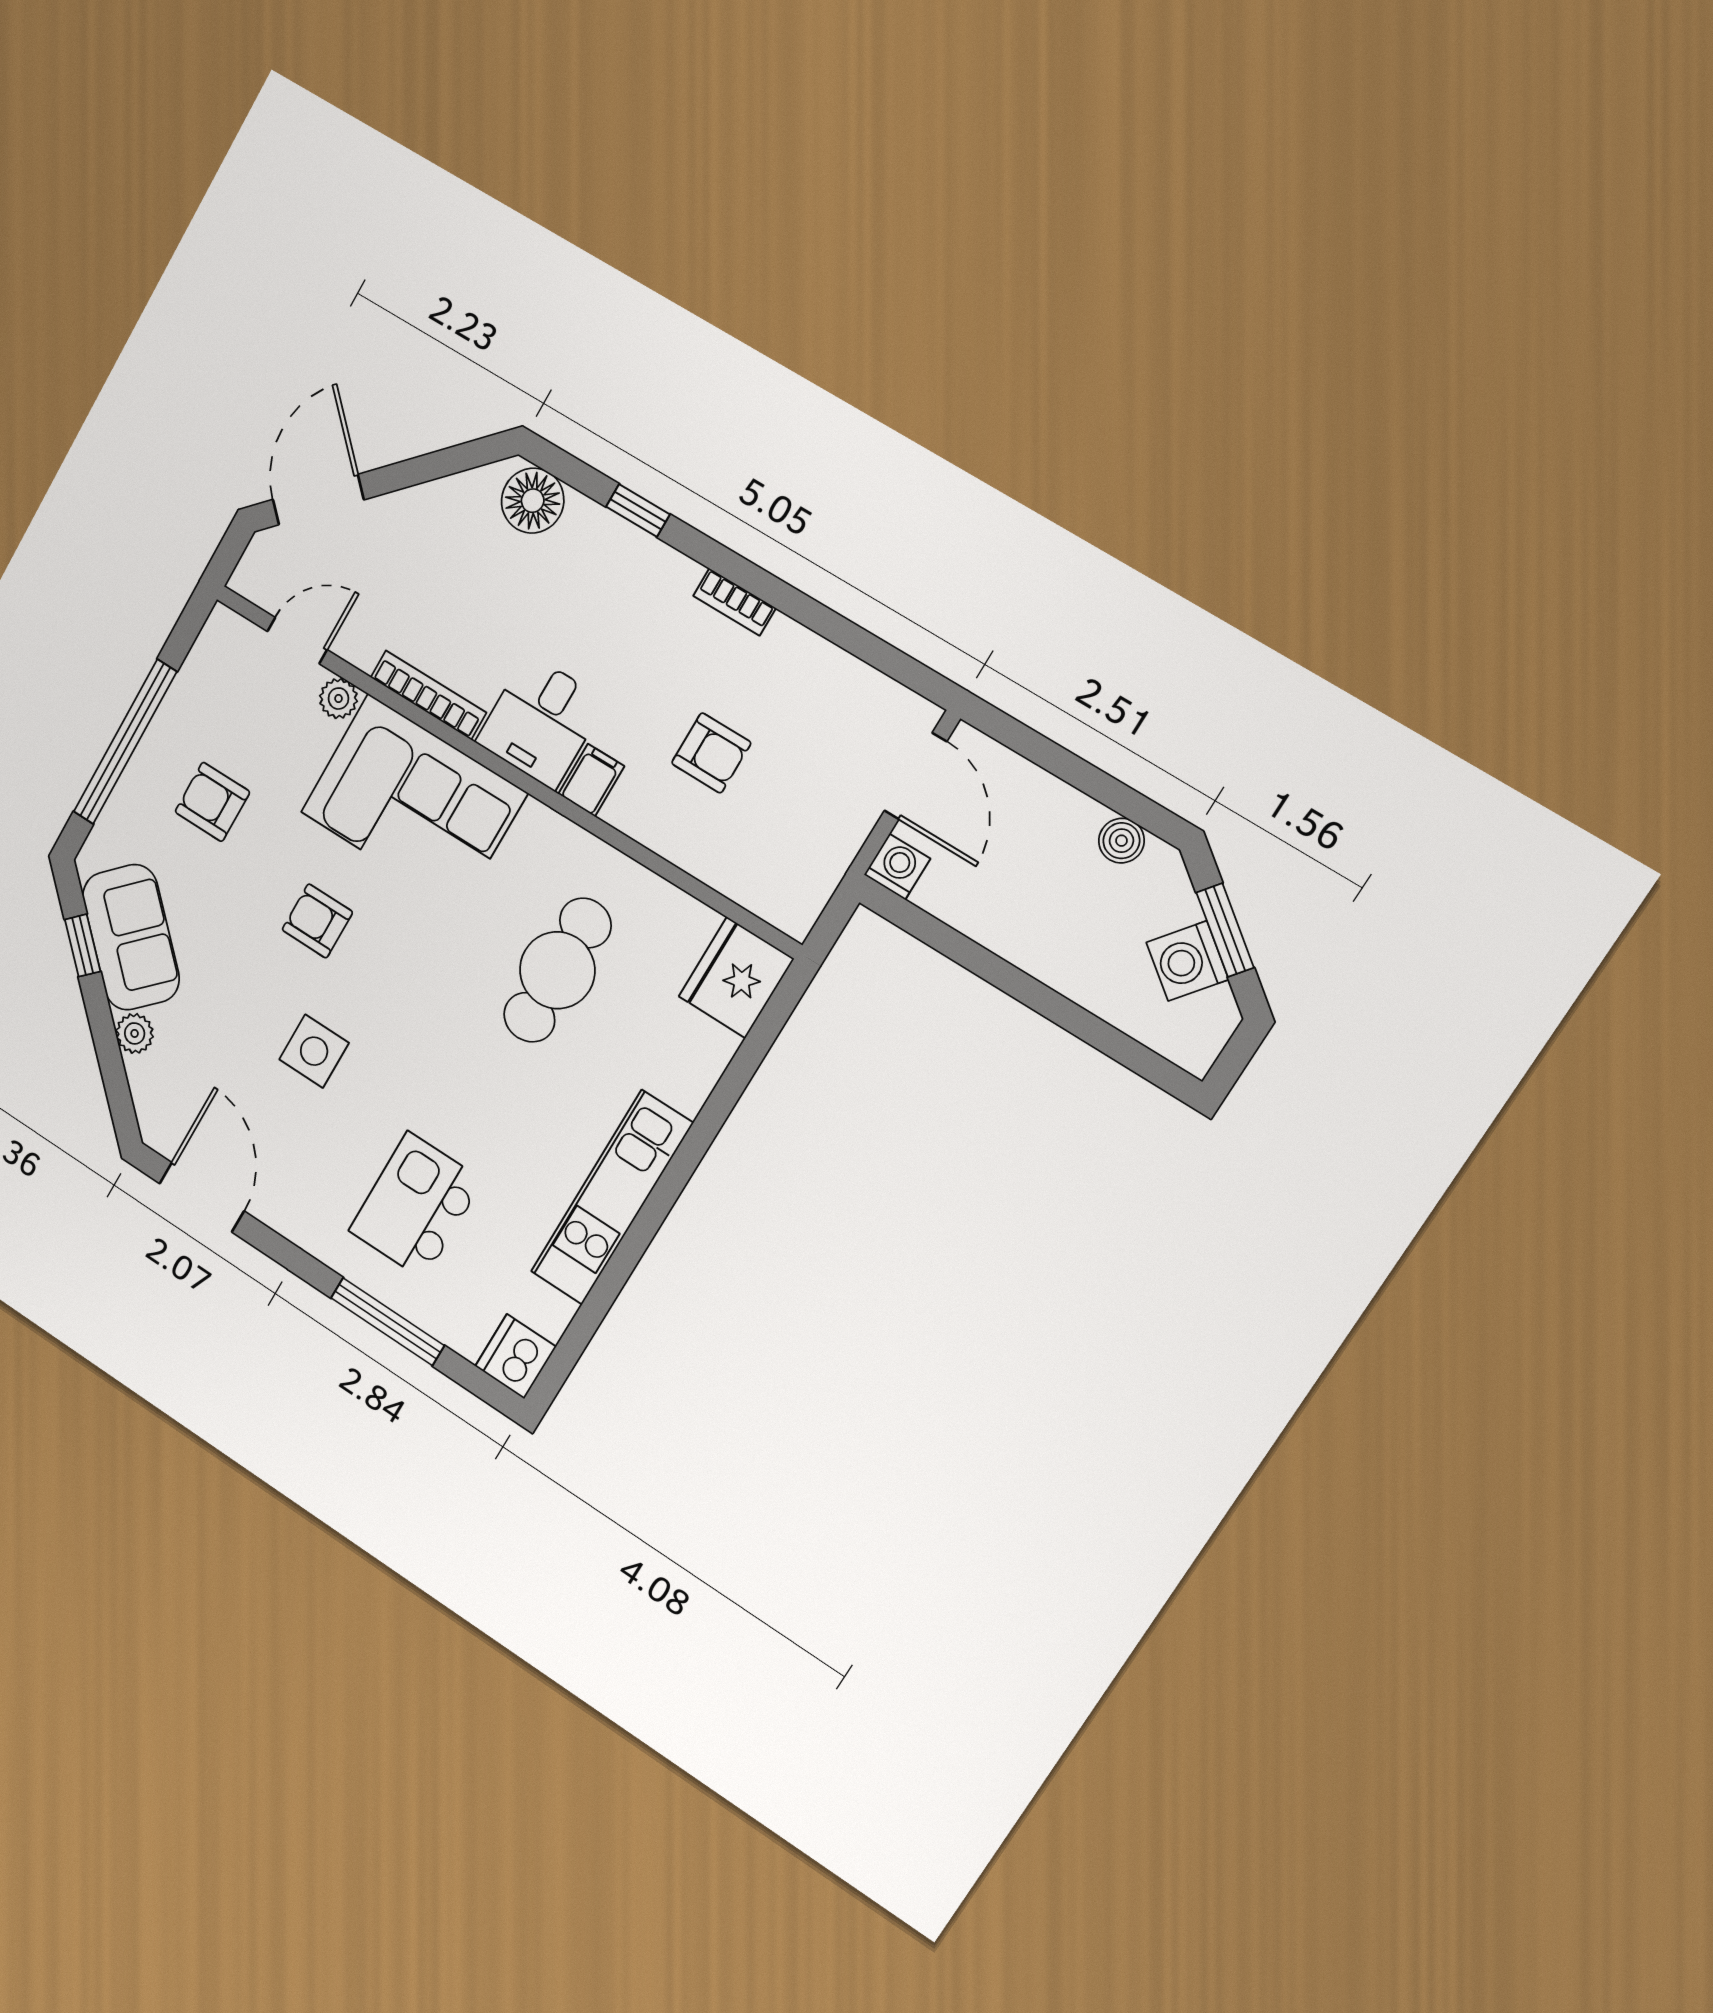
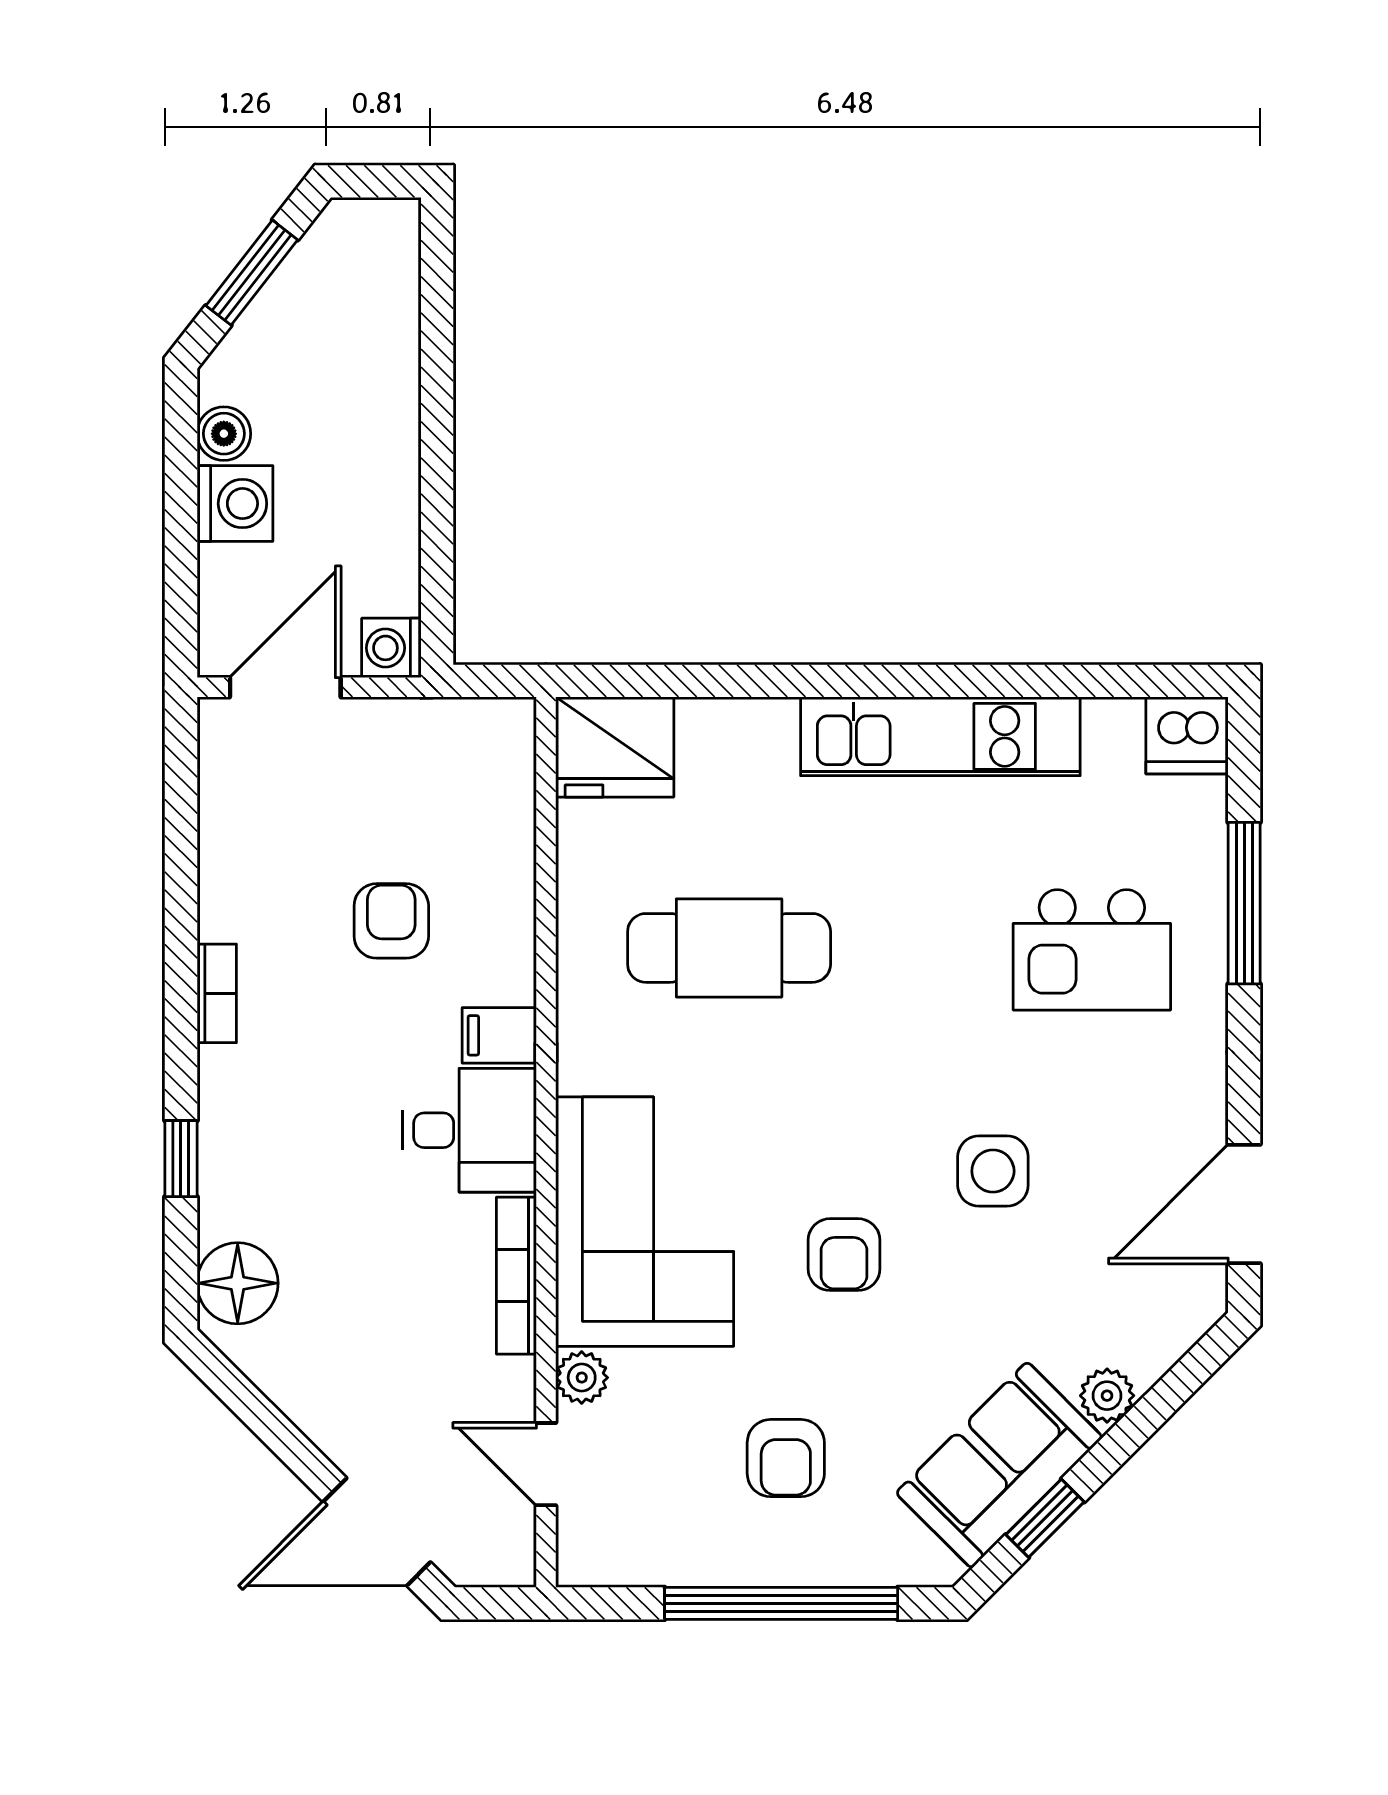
washing machine: (1187, 961) -> (235, 504), moved, turned -38

